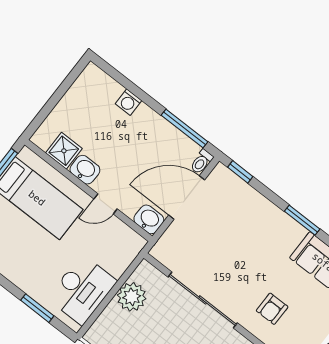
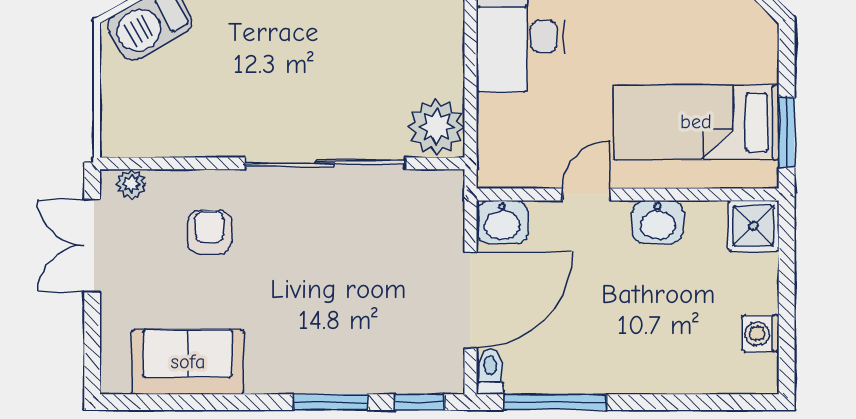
washing machine: (129, 102) -> (761, 334), moved, turned -90
shower: (64, 151) -> (754, 226), moved
window: (302, 220) -> (331, 402), moved
plant: (132, 297) -> (437, 127), moved

